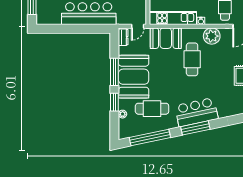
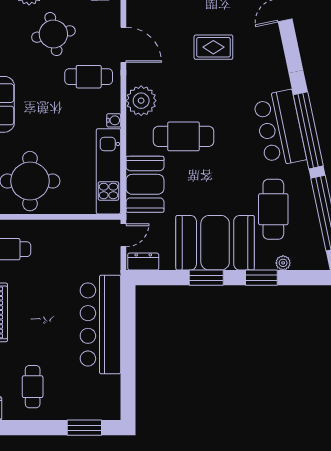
door: (138, 26) -> (123, 235), hinge flipped
window: (114, 72) -> (206, 278), width x0.69
window: (195, 128) -> (308, 130), width x1.46

